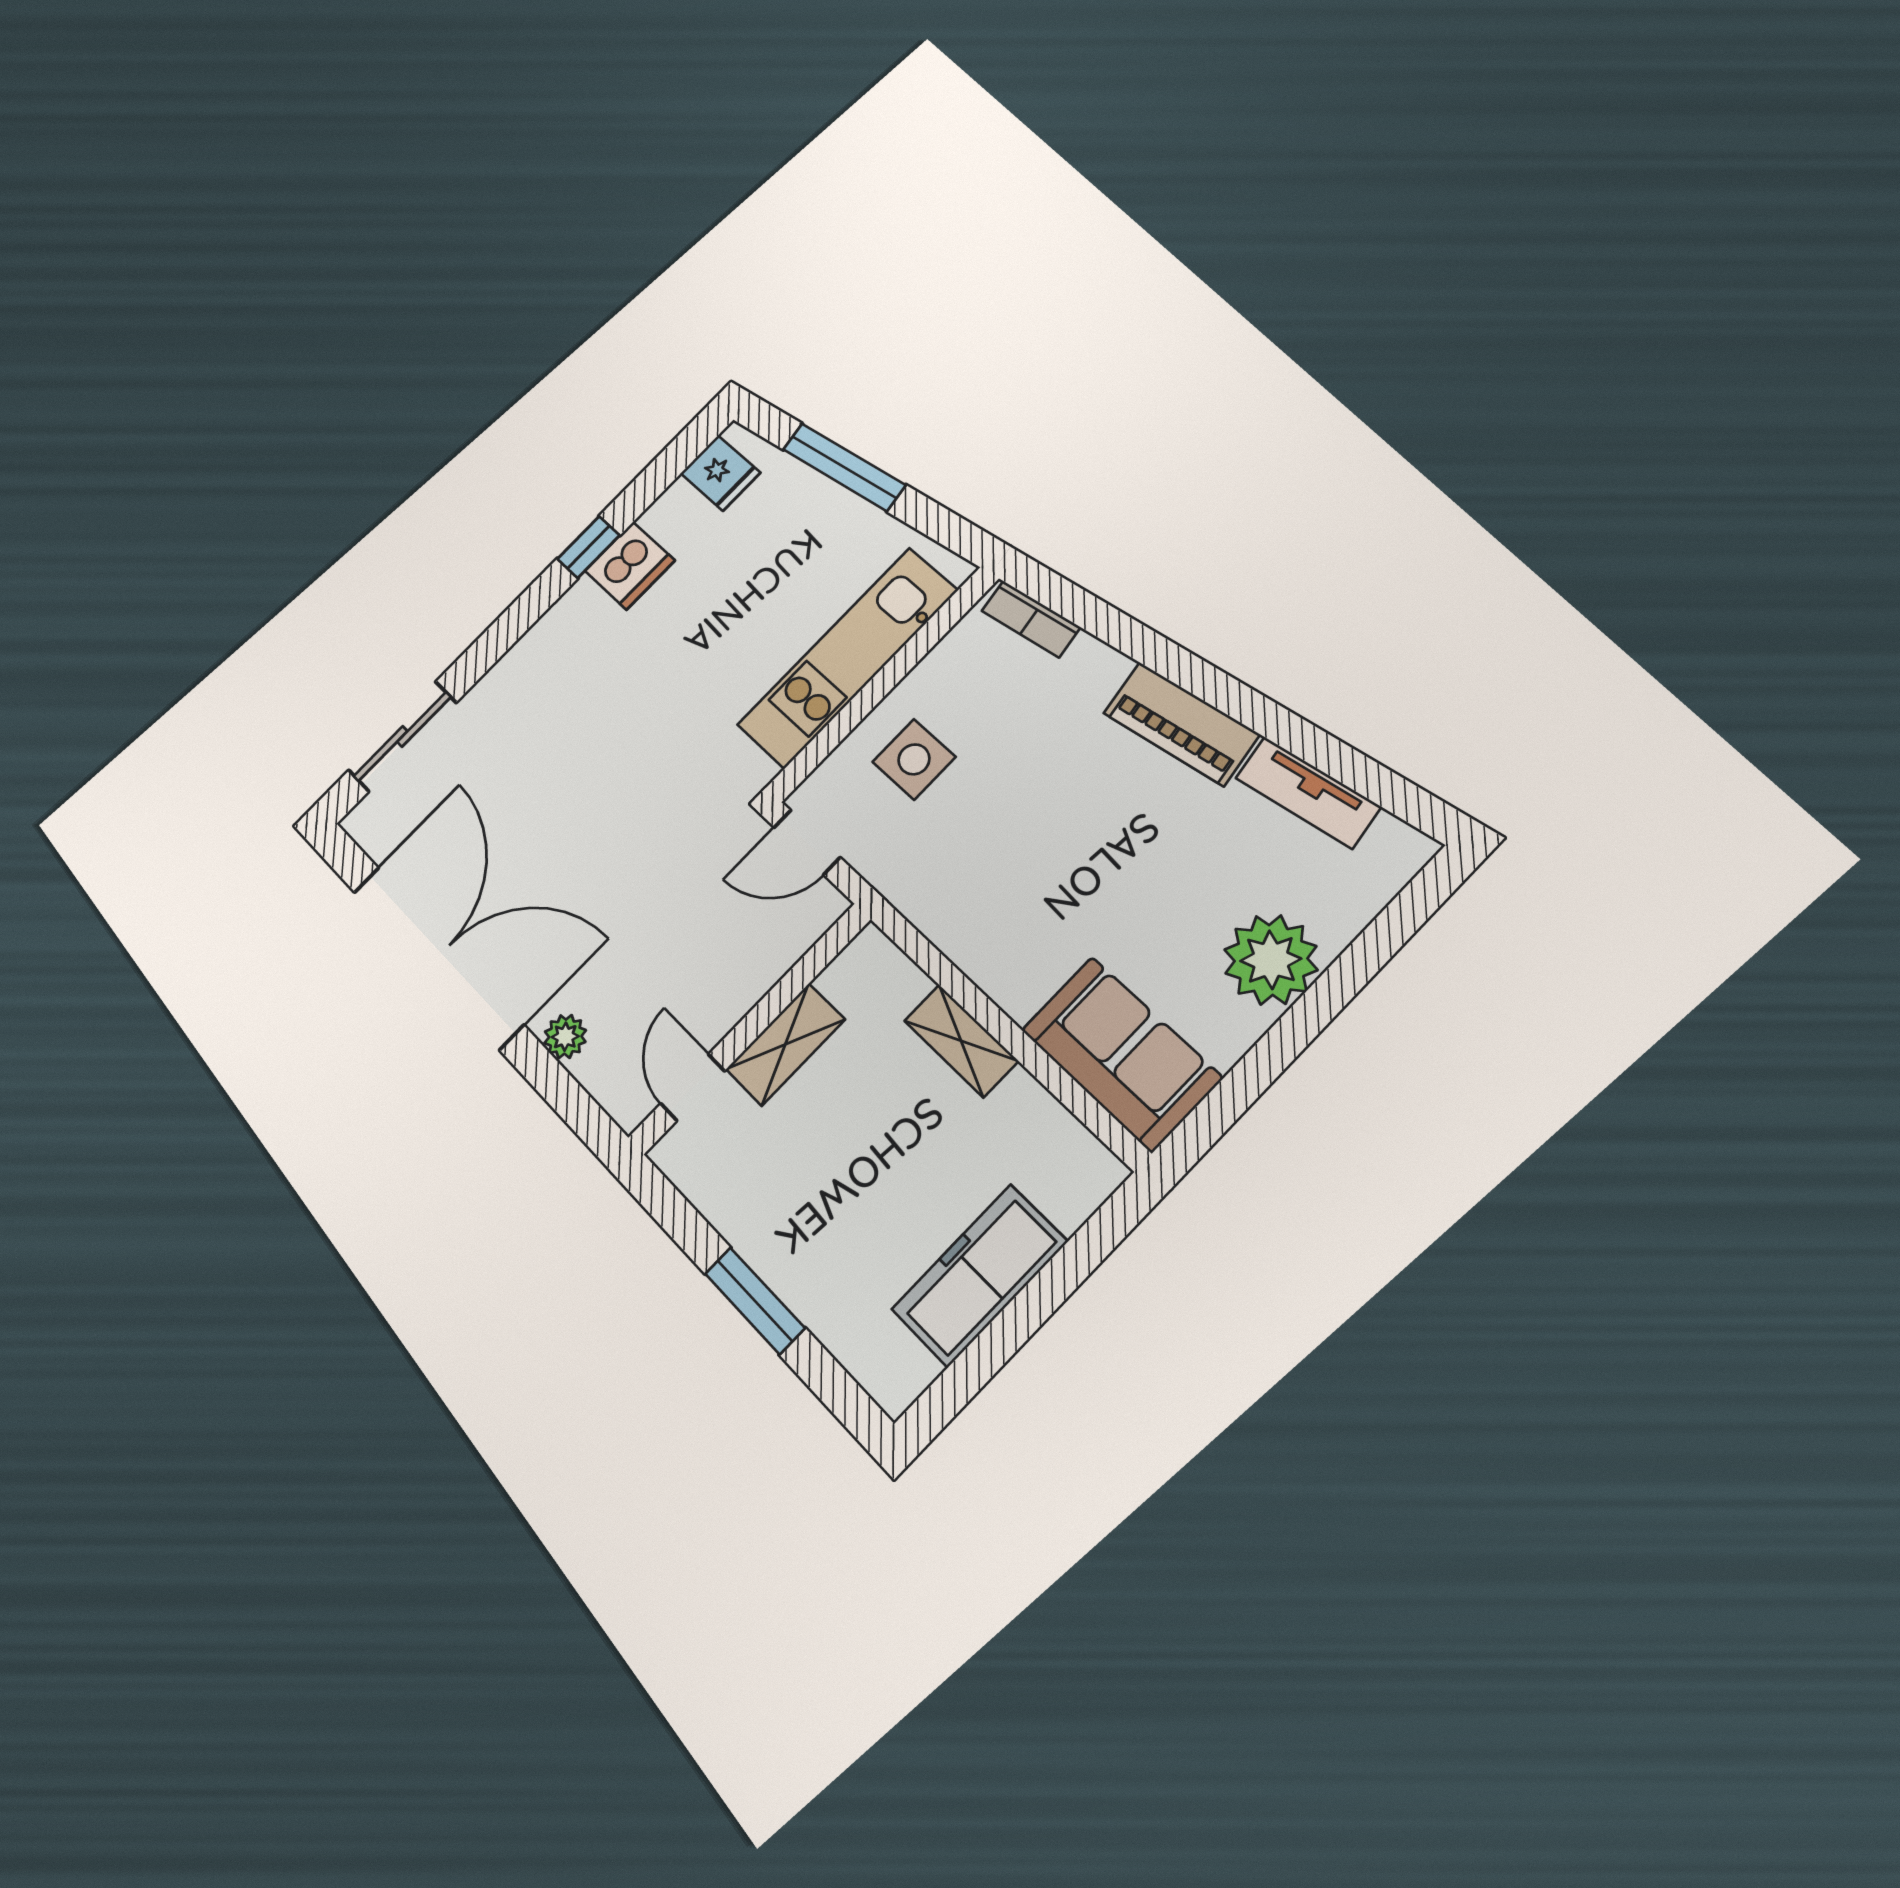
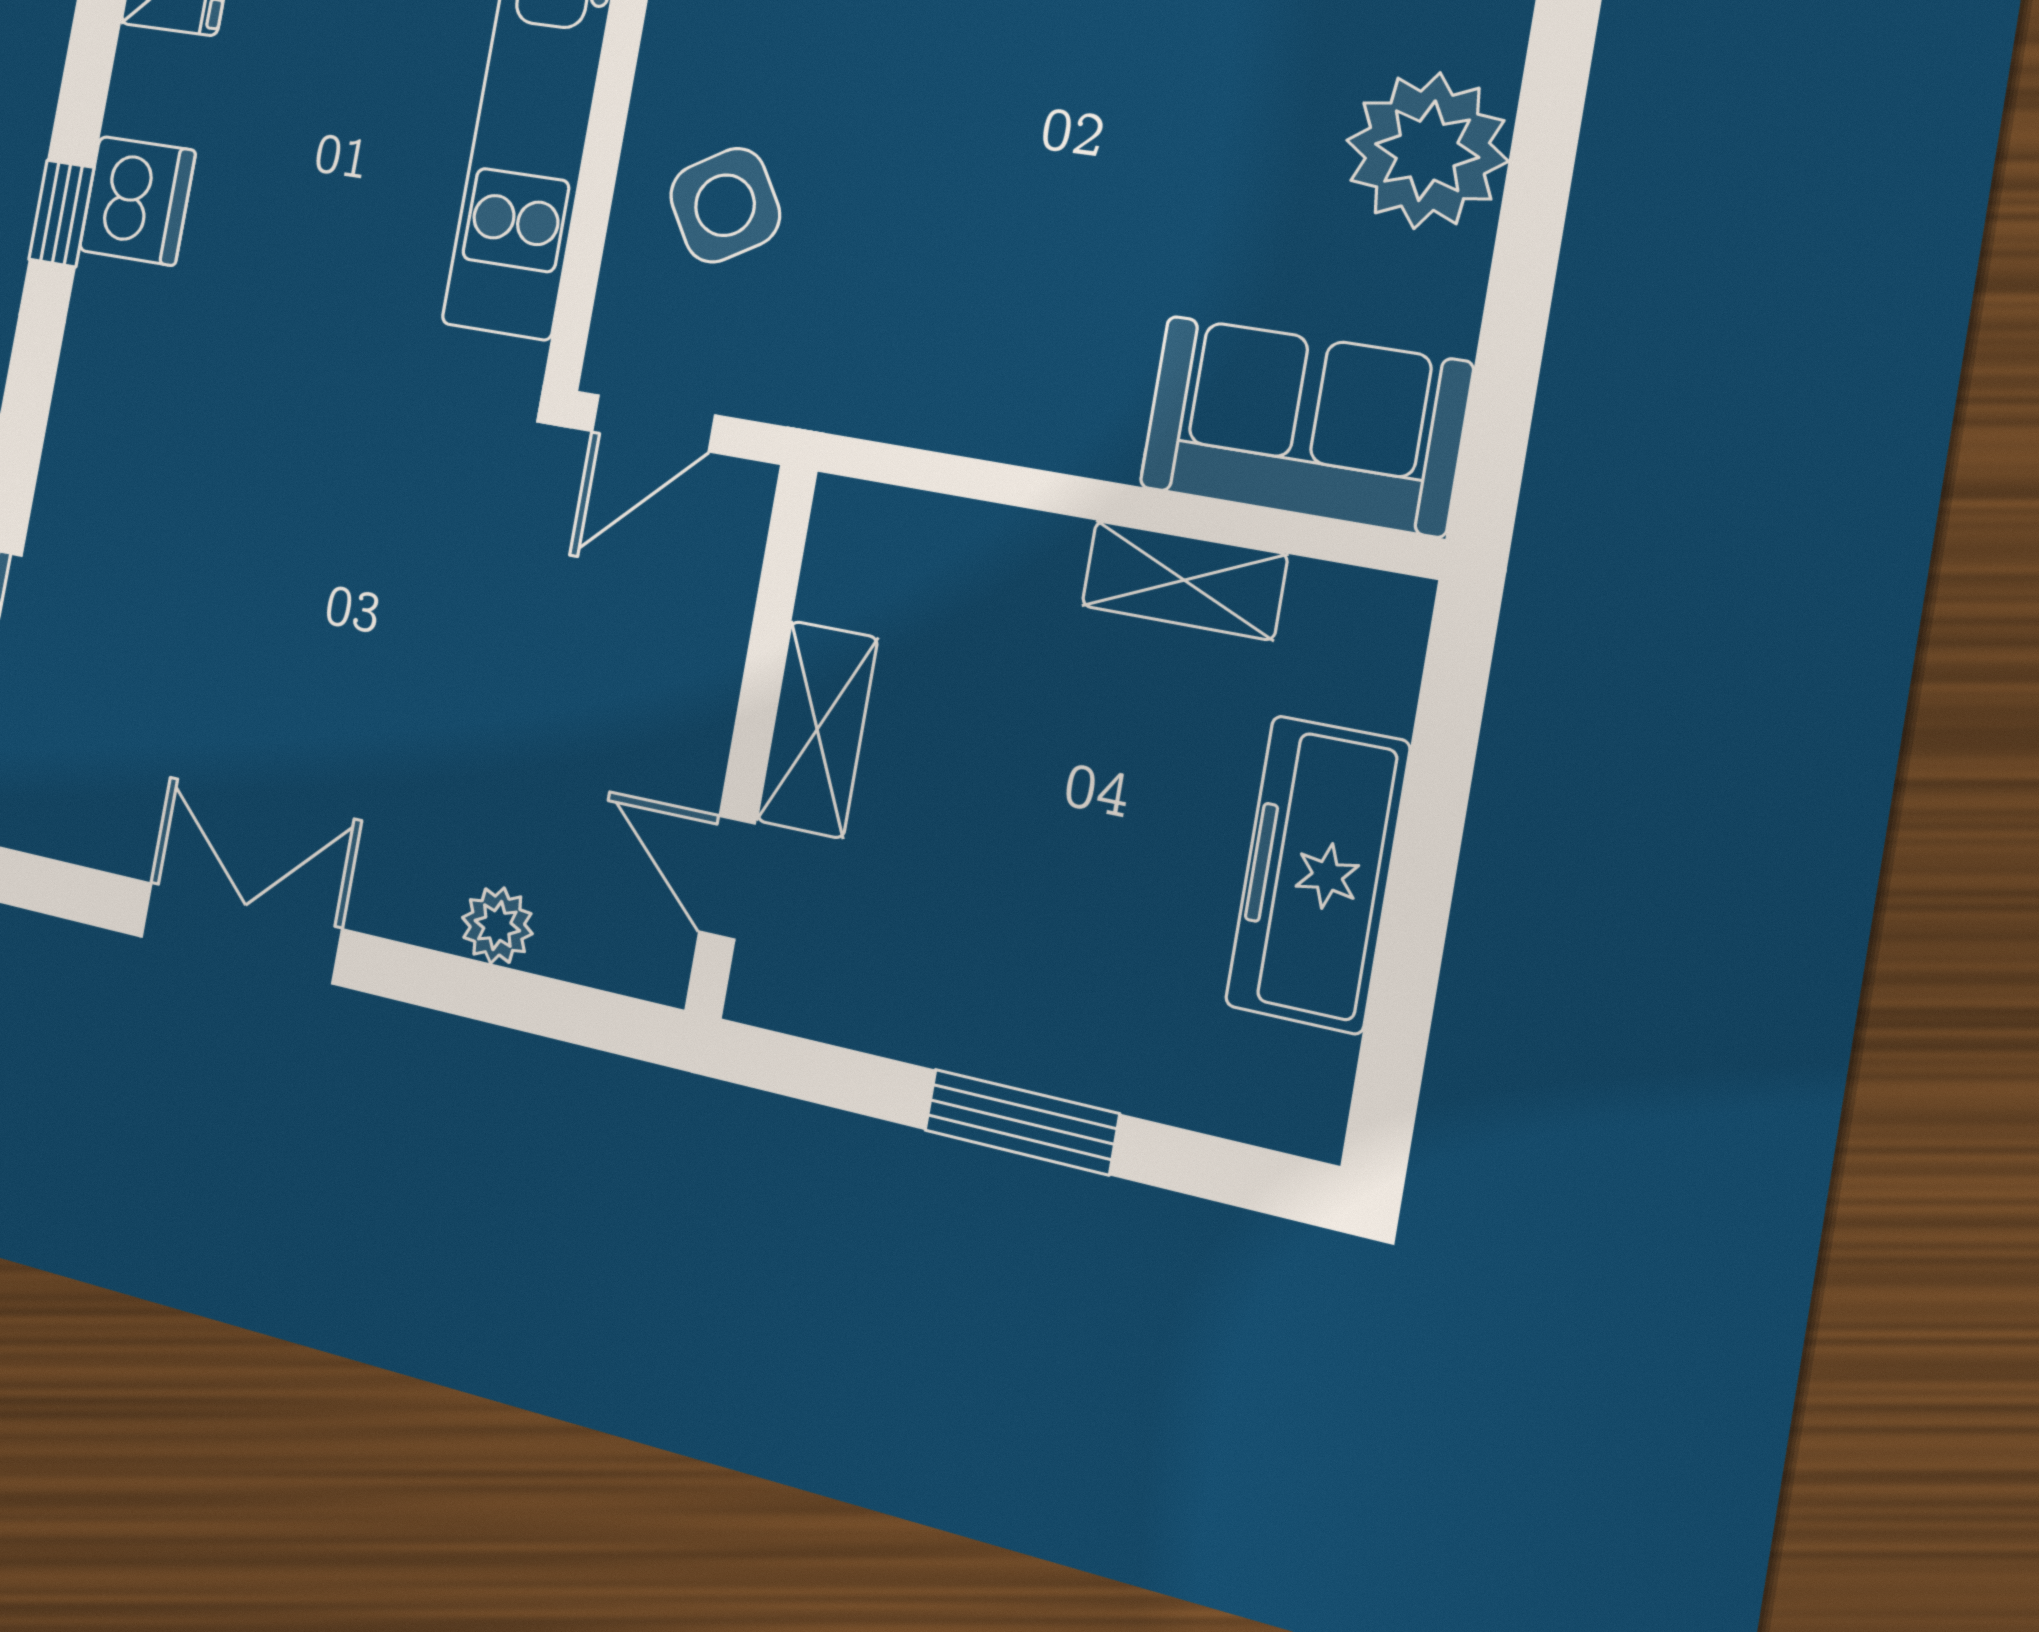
side table: (914, 759) -> (725, 205), turned -31
double door: (438, 957) -> (241, 933), width x0.54
shelving: (961, 1041) -> (1184, 580), moved

